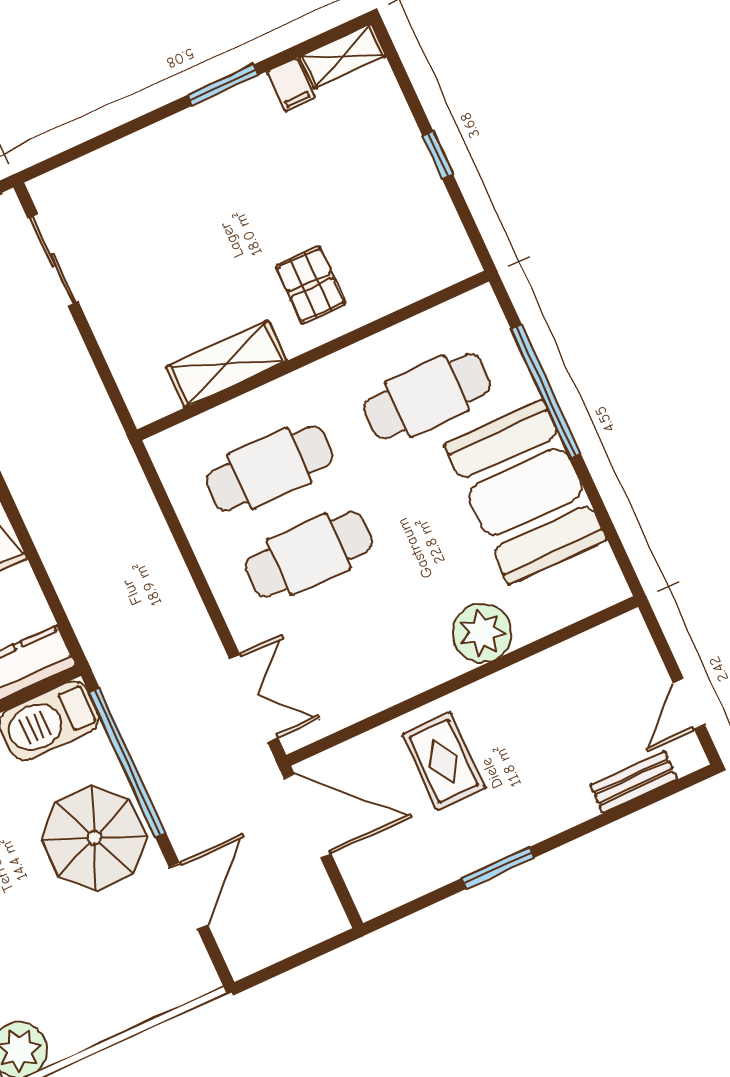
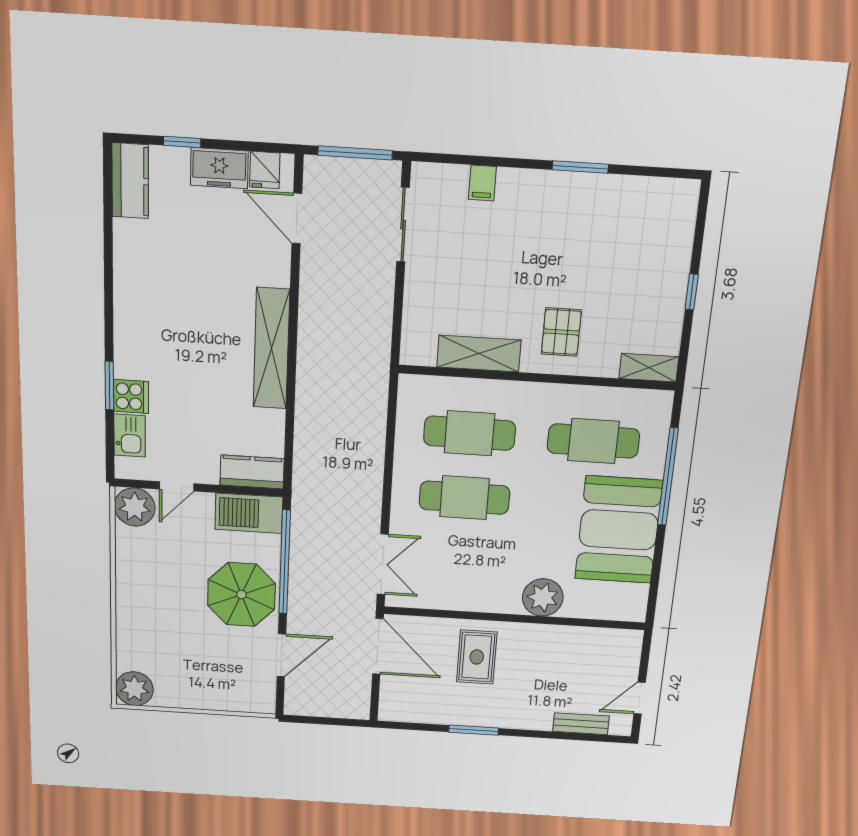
shelving: (343, 56) -> (649, 368), moved
filing cabinet: (291, 85) -> (482, 183), moved

